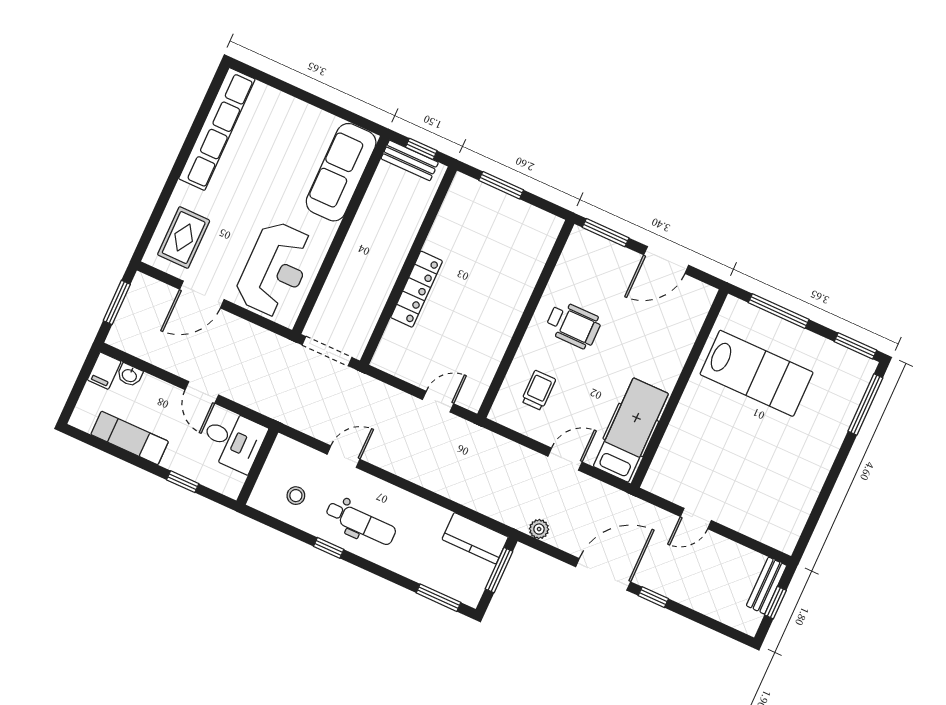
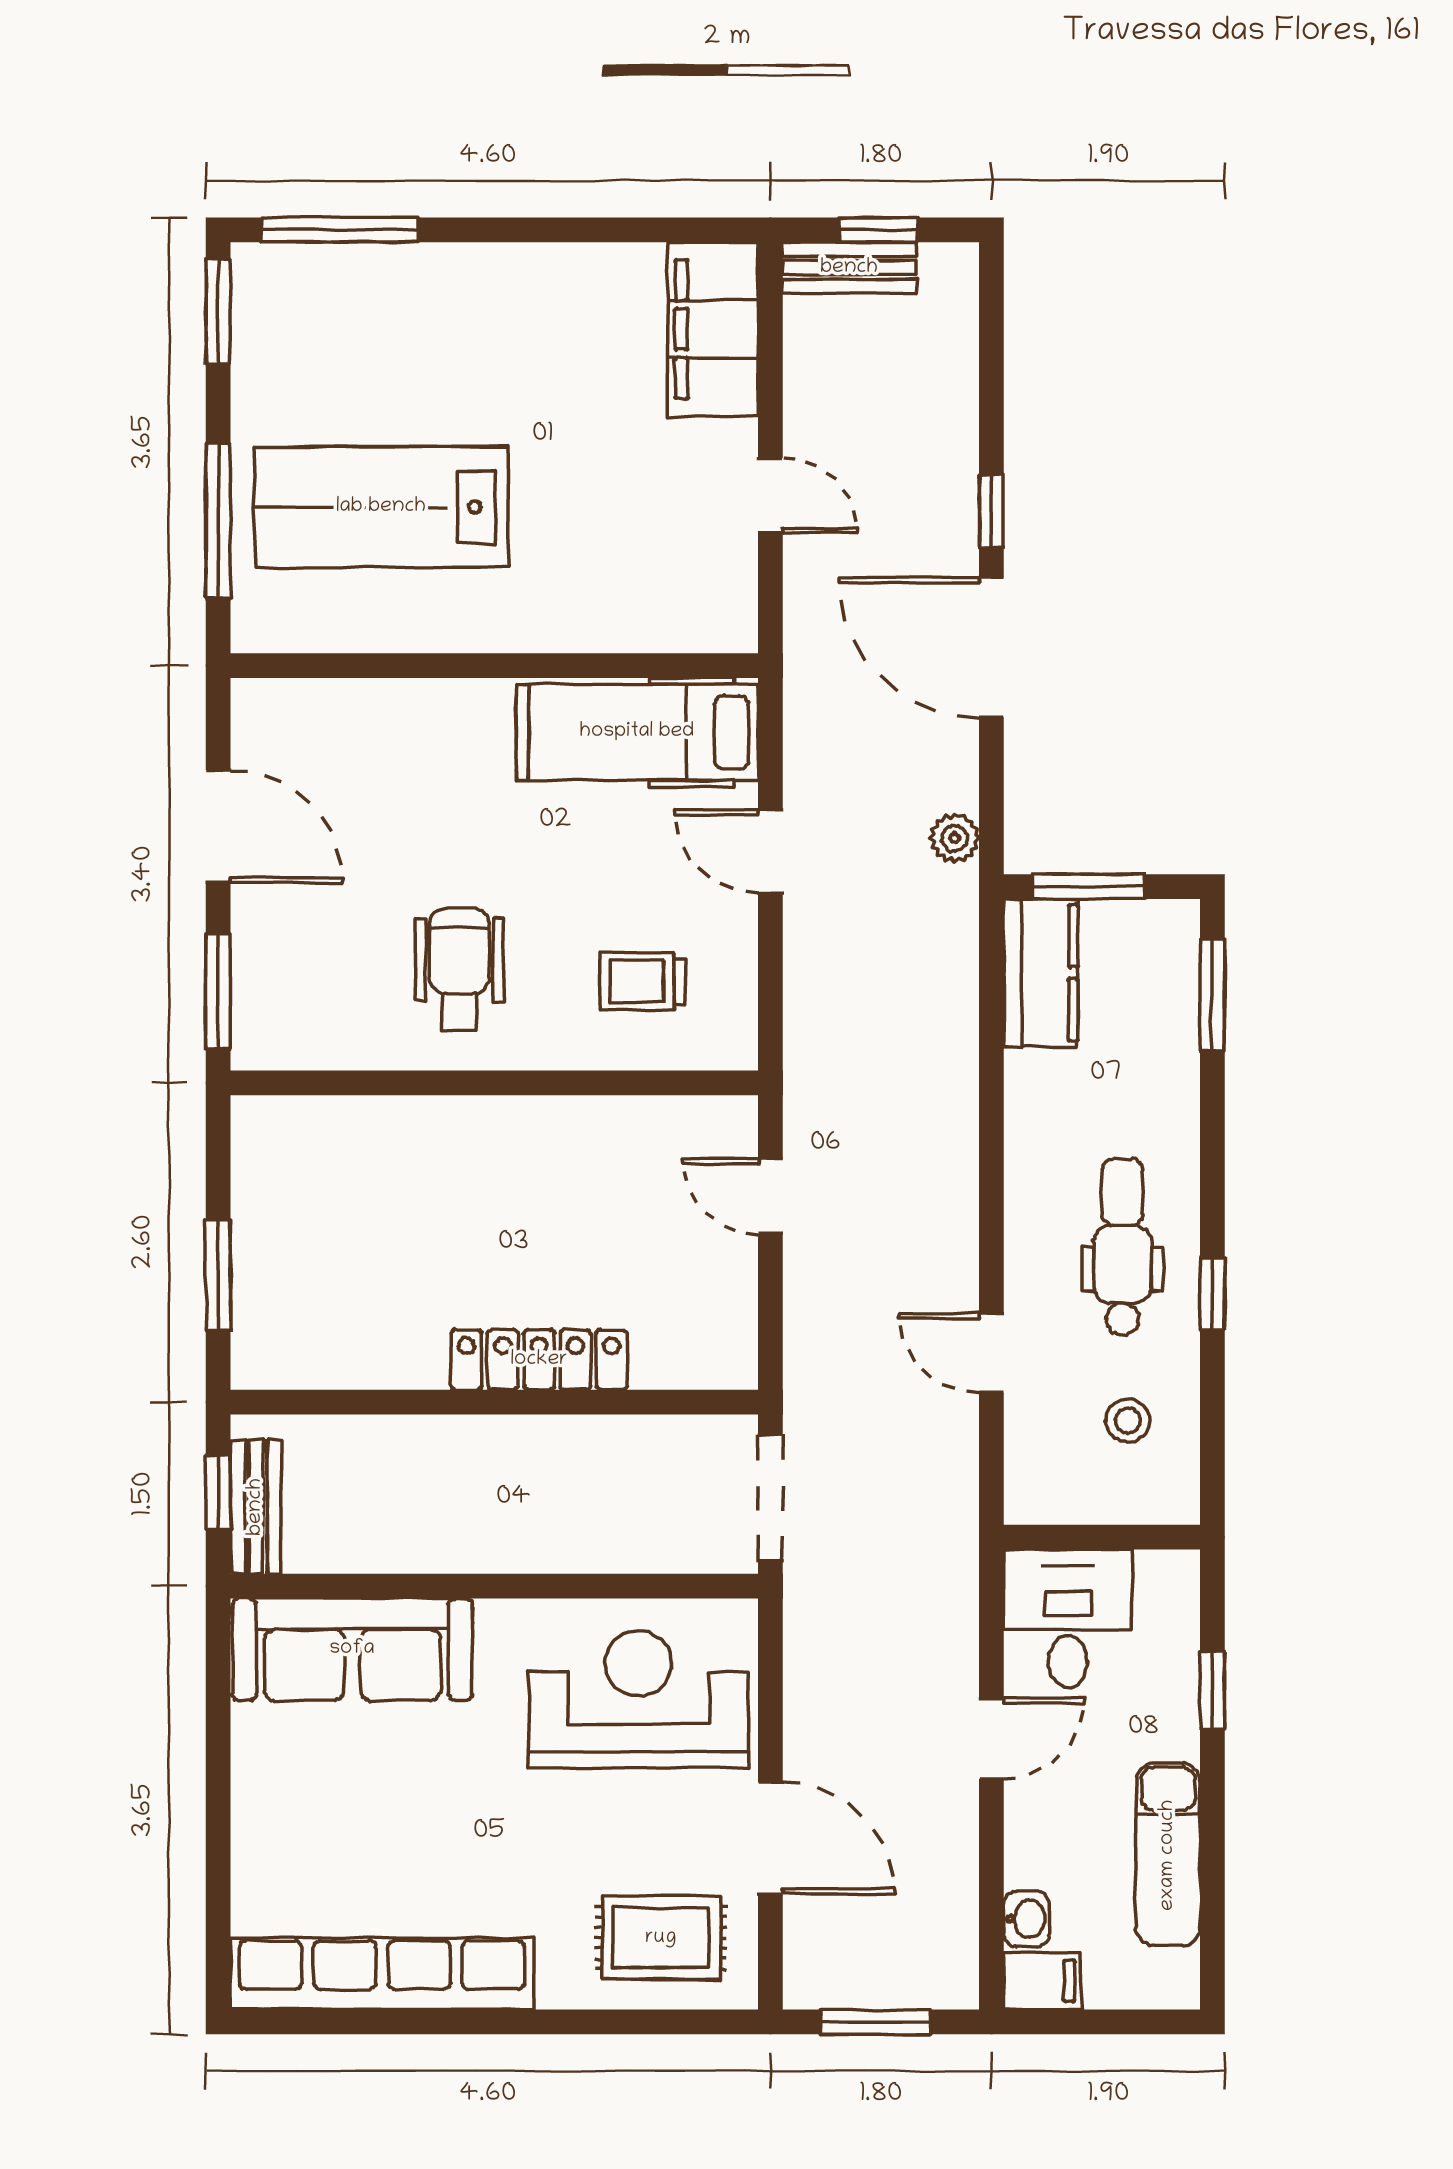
lab bench: (757, 373) -> (381, 507), turned -90
filing cabinet: (767, 525) -> (713, 329), added

